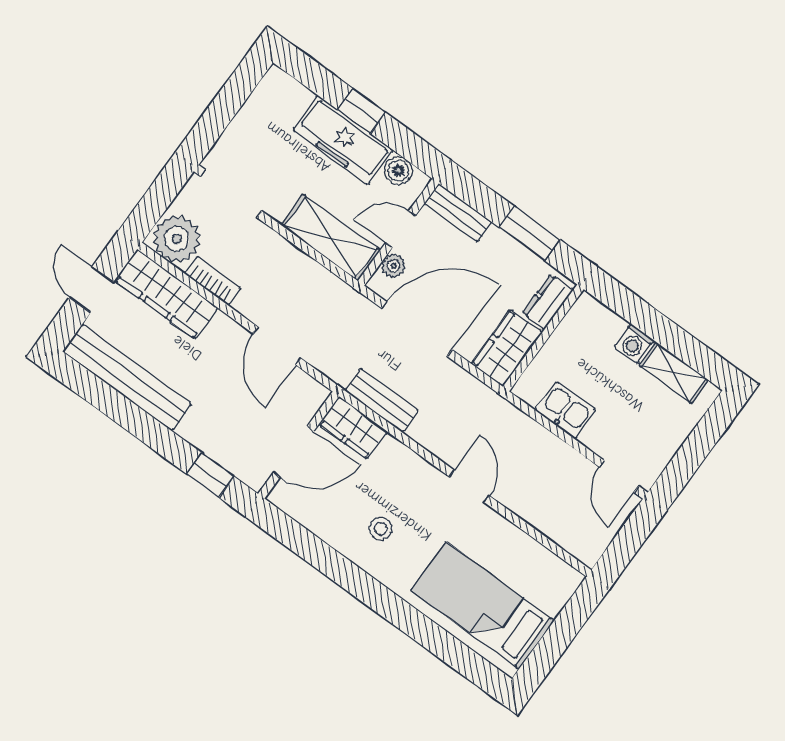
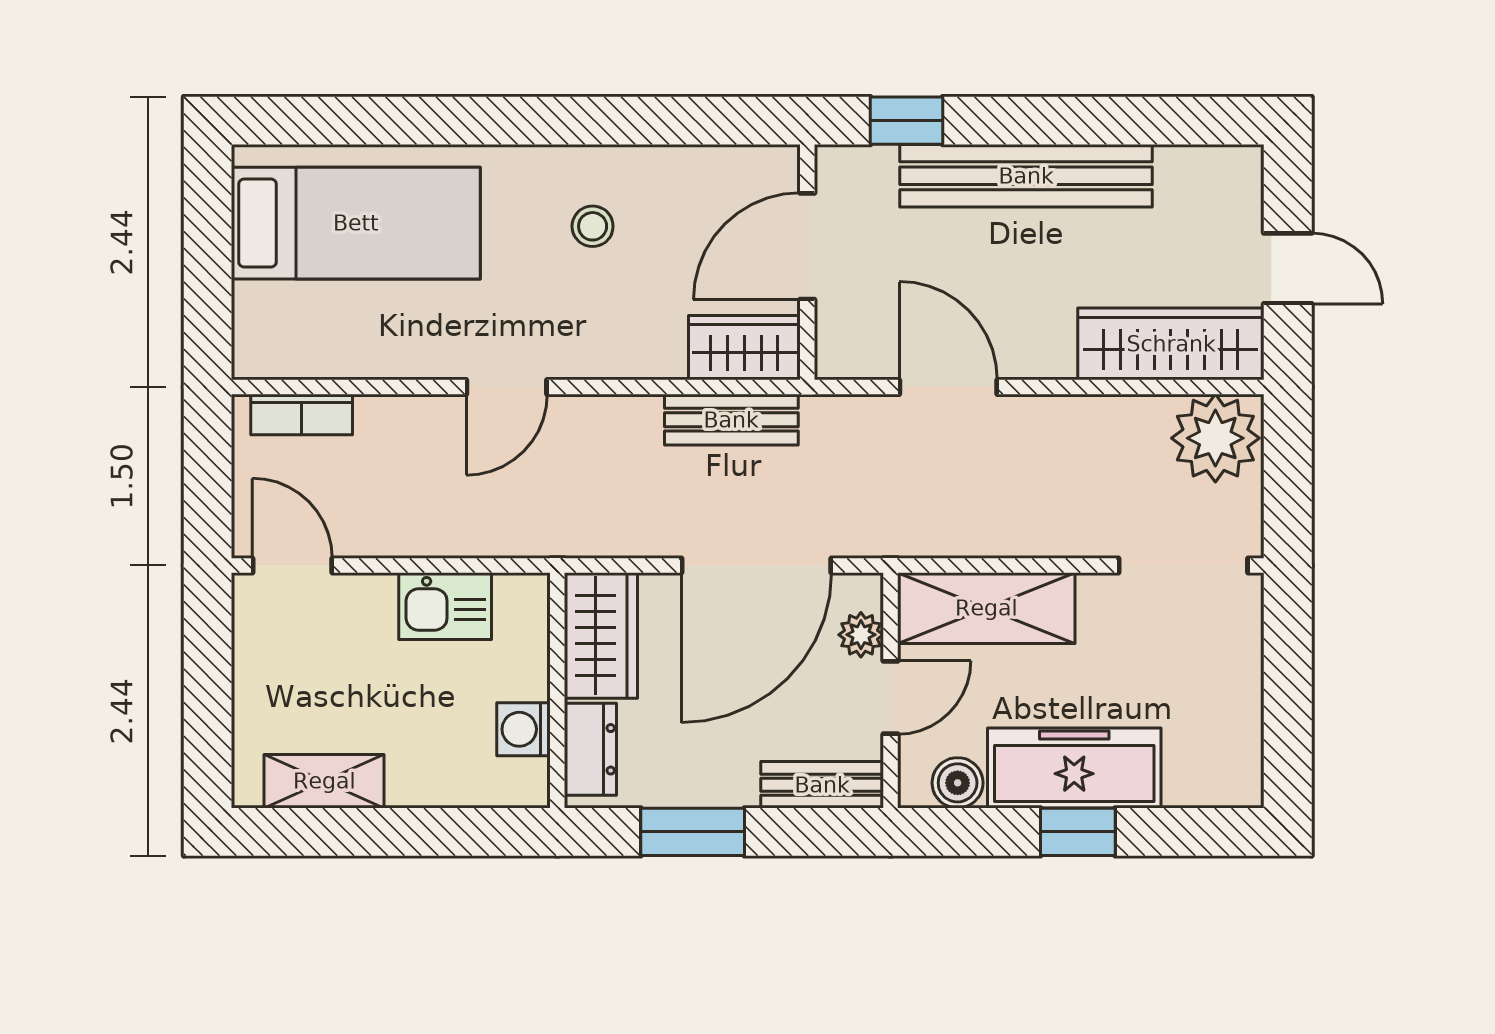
bookcase: (213, 281) -> (302, 414), moved
washing machine: (634, 343) -> (524, 729), moved, turned -90
bench: (127, 378) -> (1026, 176), moved
door: (469, 486) -> (507, 387), hinge flipped

